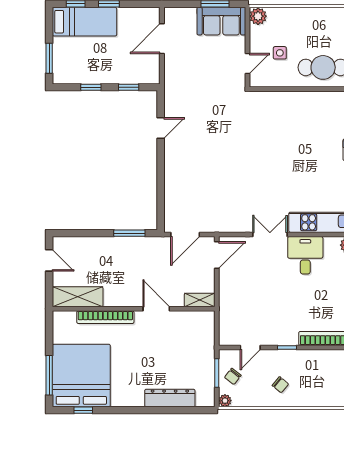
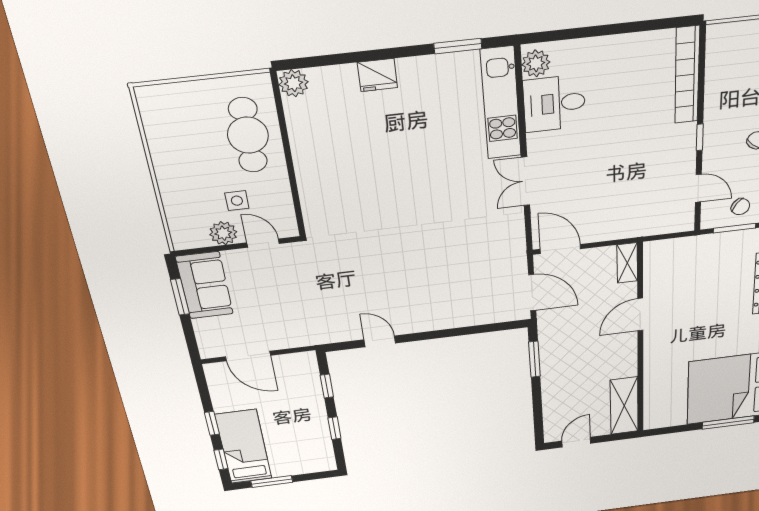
plant: (258, 16) -> (223, 233), moved
window: (49, 58) -> (272, 482), moved
desk: (305, 255) -> (554, 104), moved
bookcase: (105, 317) -> (652, 372), removed

